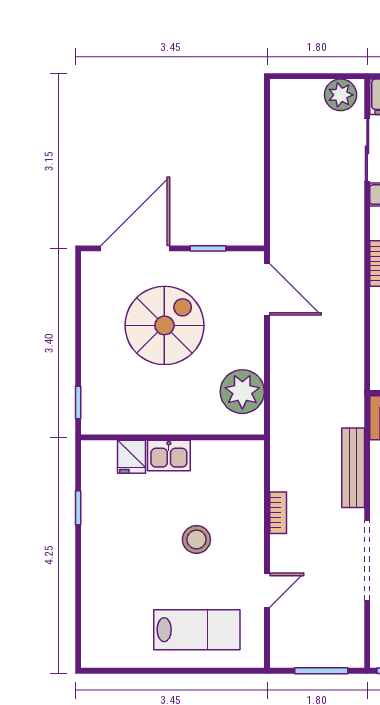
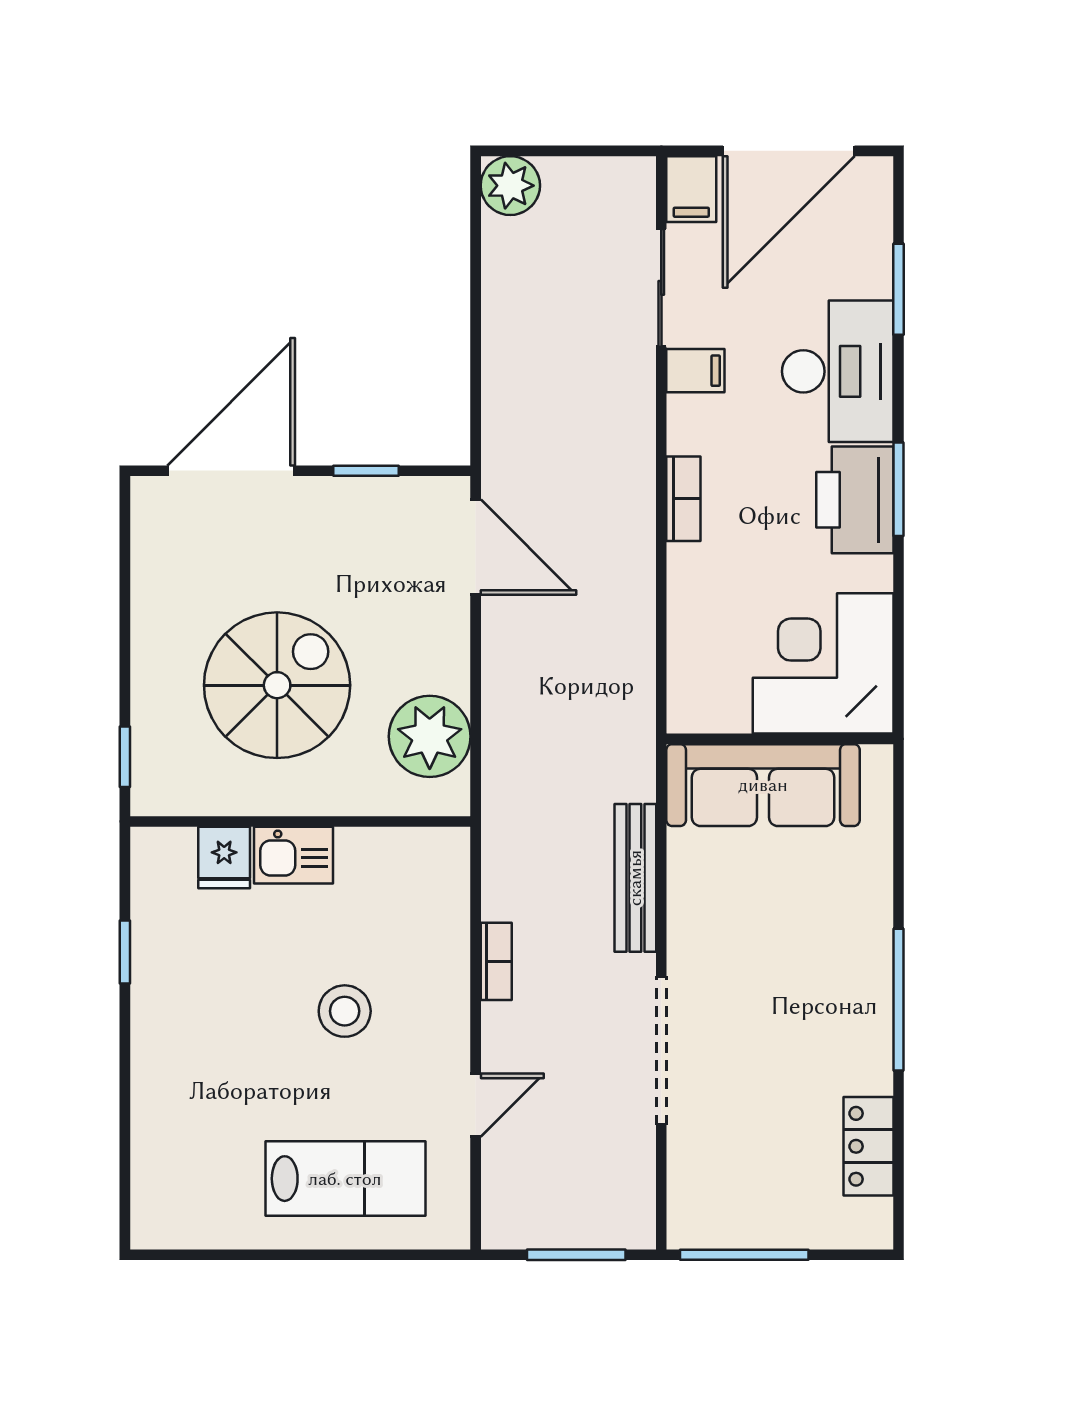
plant: (341, 95) -> (510, 186), moved
spiral stairs: (164, 325) -> (277, 685), moved

